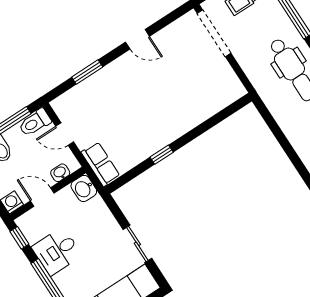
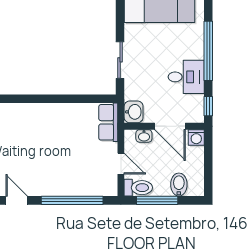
window: (87, 72) -> (72, 200), width x2.11
window: (162, 155) -> (56, 99), removed
door: (42, 197) -> (170, 126), width x1.38
sliding door: (137, 244) -> (120, 60), moved

